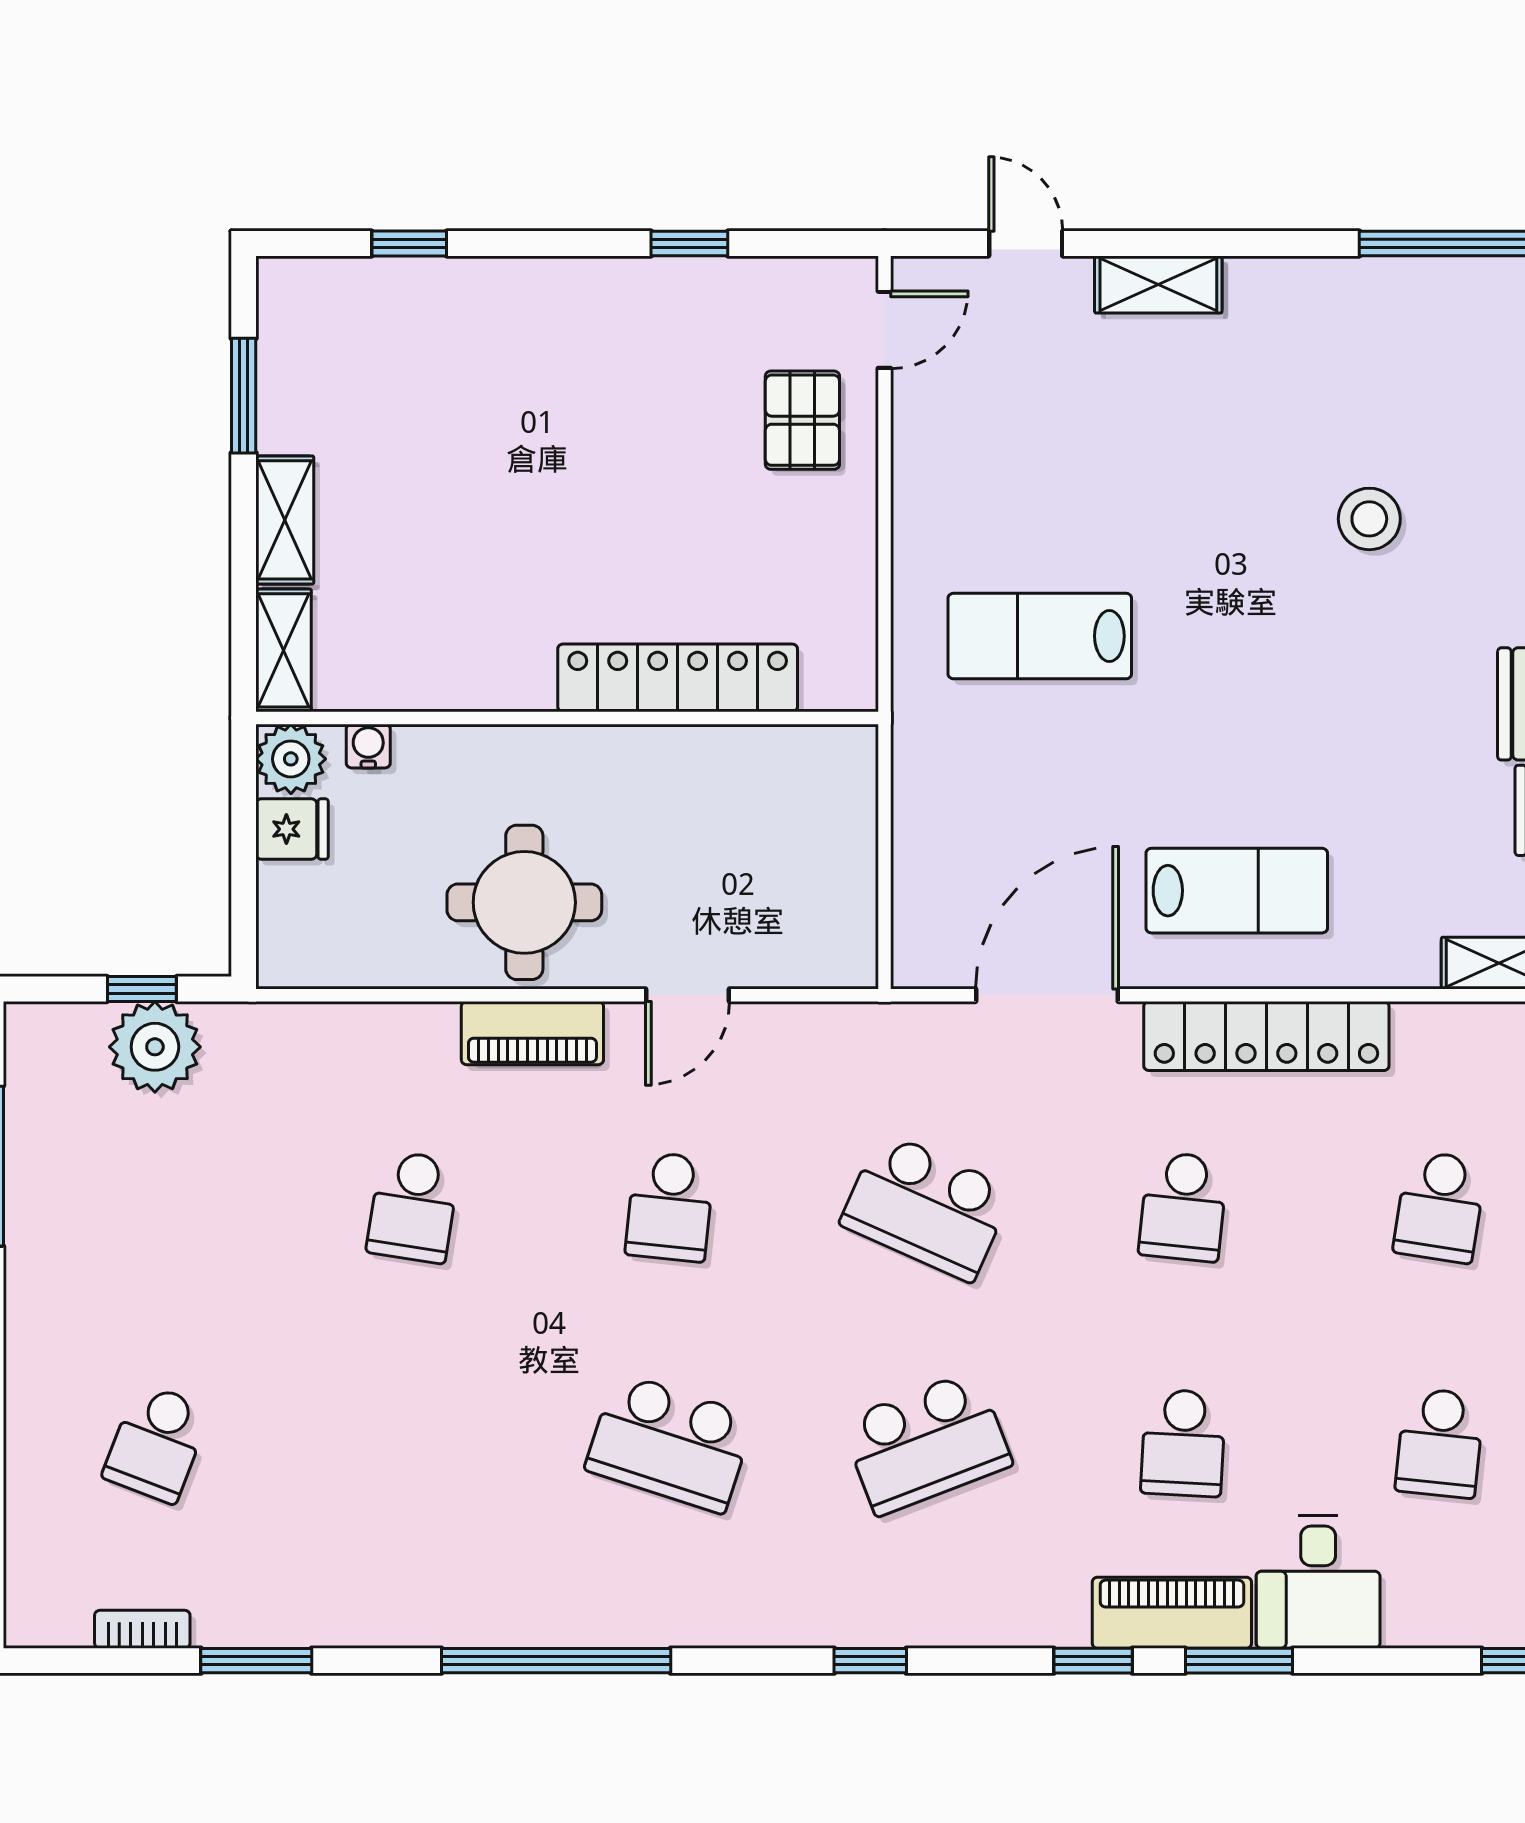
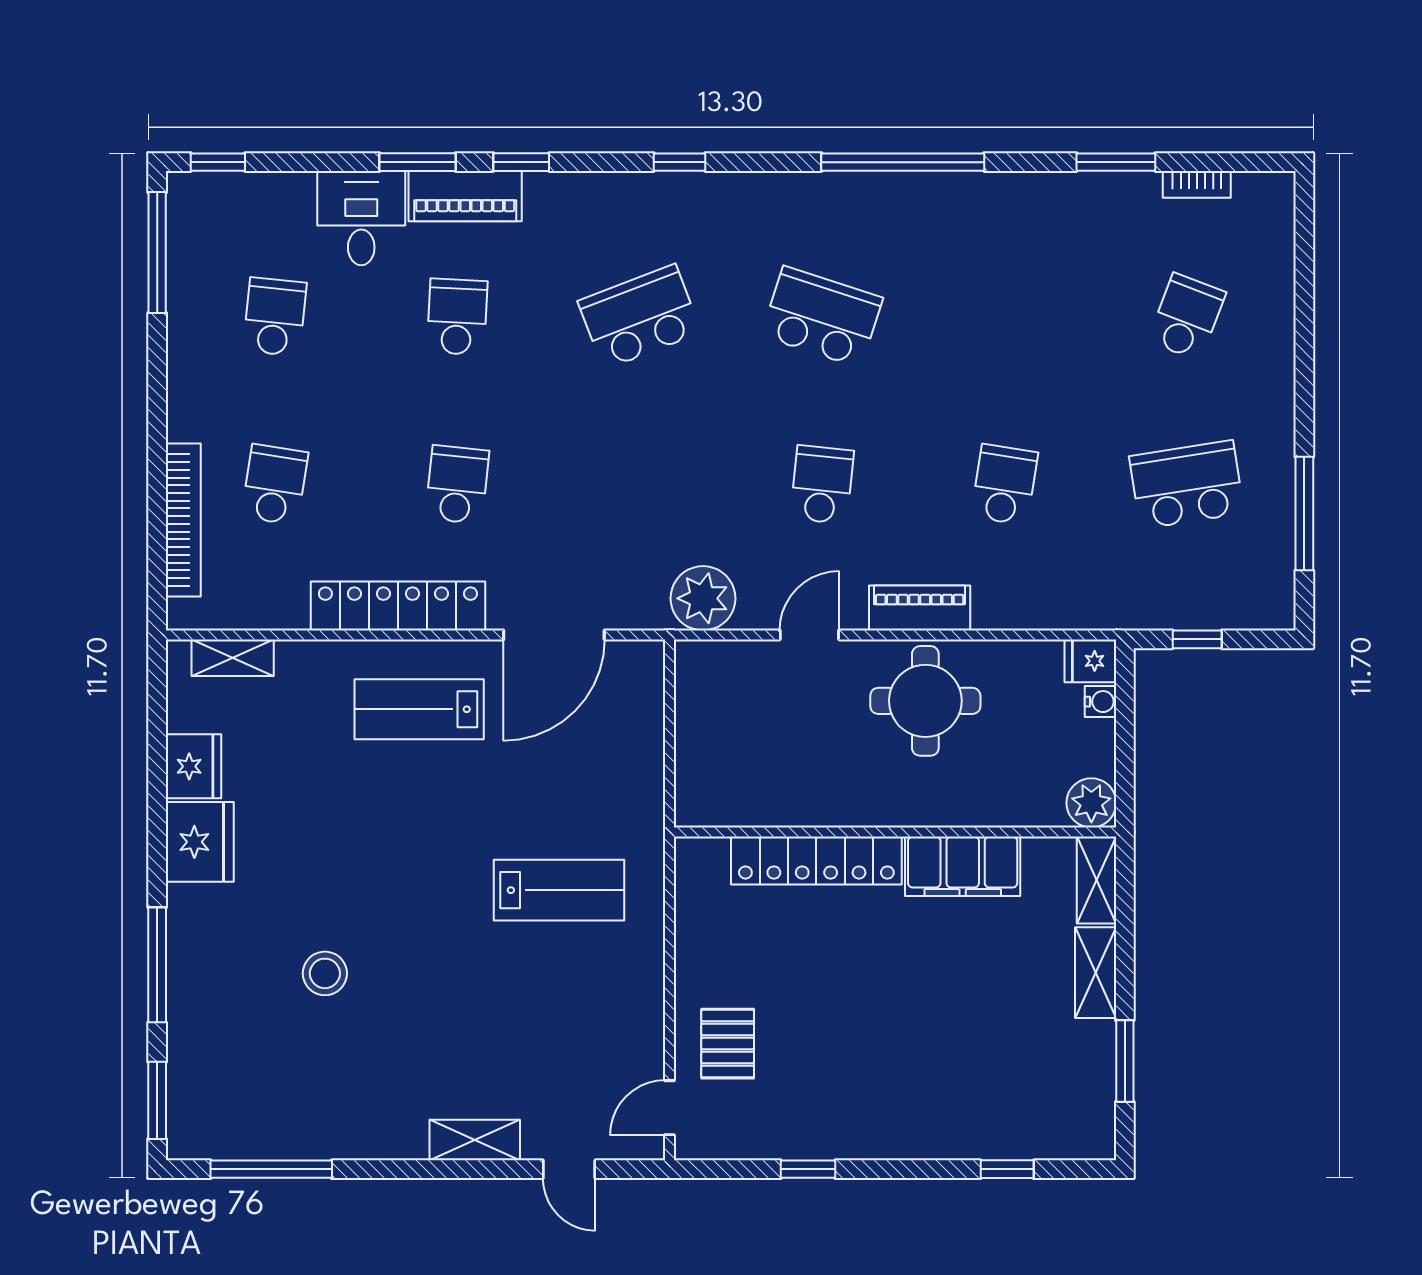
filing cabinet: (472, 670) -> (963, 866), added
water cooler: (368, 746) -> (1100, 702), moved, turned -90
fridge: (292, 829) -> (1090, 661), moved
plant: (155, 1047) -> (703, 598), moved
school desk: (926, 1207) -> (1187, 485), moved, turned -33

